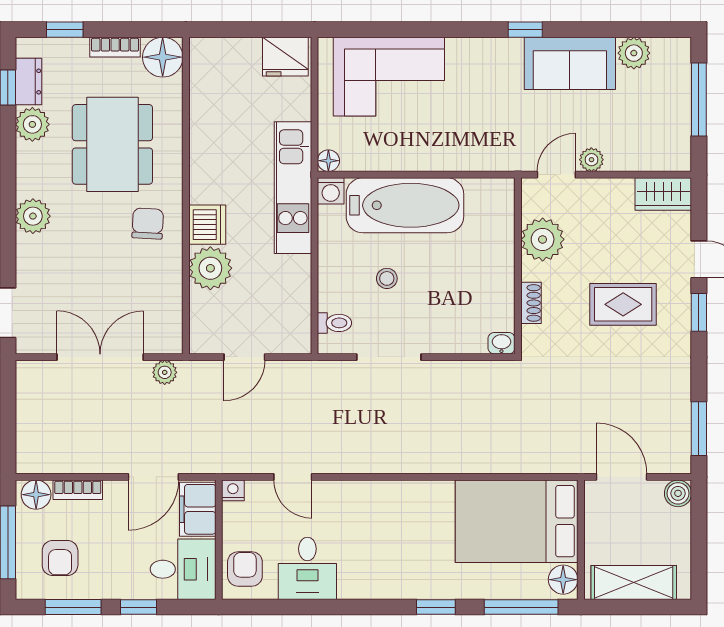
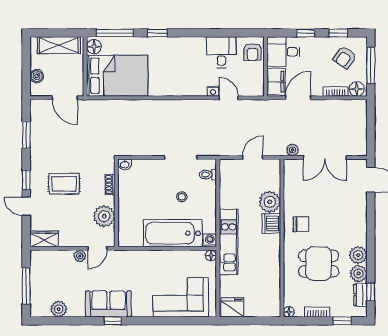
floor lamp: (163, 57) -> (289, 312), width x0.53, depth x0.53
sofa: (570, 63) -> (108, 304), moved
dining table: (112, 144) -> (319, 264), width x0.73
plant: (33, 216) -> (358, 255), moved
chair: (148, 224) -> (301, 224), turned -93
window: (699, 429) -> (26, 135), moved
nightstand: (233, 490) -> (213, 91), moved
boiler: (678, 493) -> (37, 76), moved
armchair: (60, 558) -> (345, 57), turned -146
window: (73, 607) -> (338, 33), width x0.67

